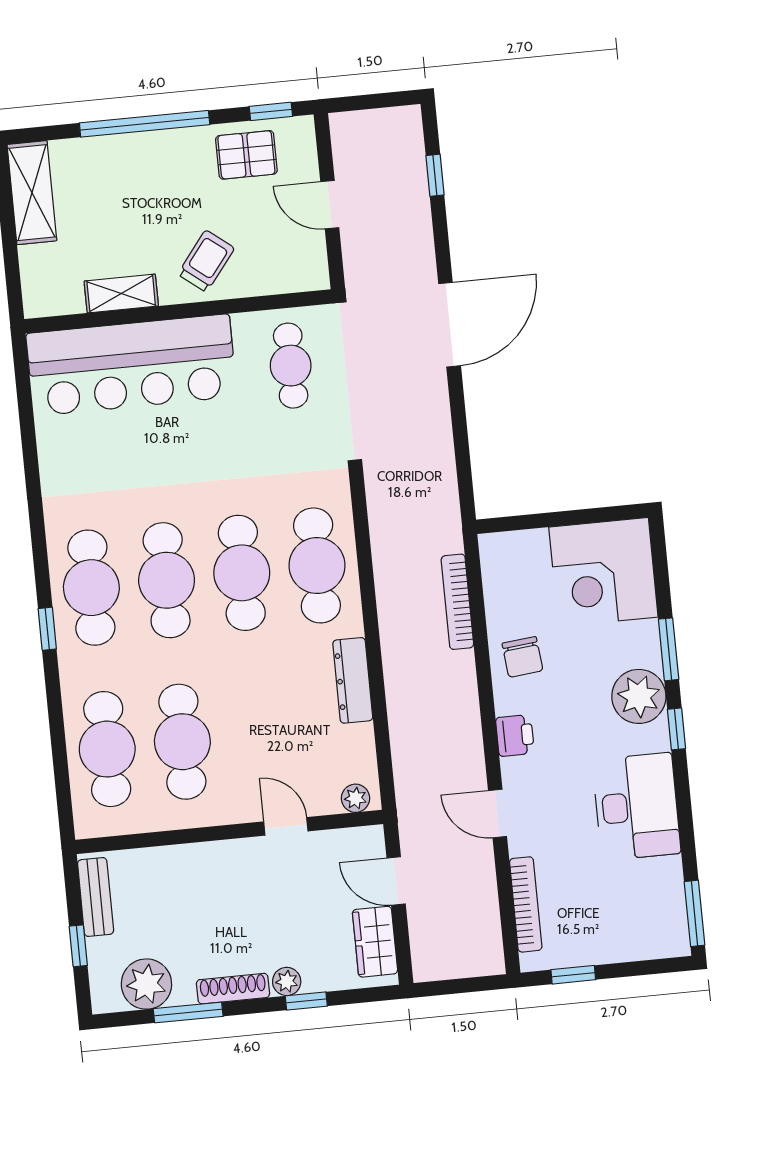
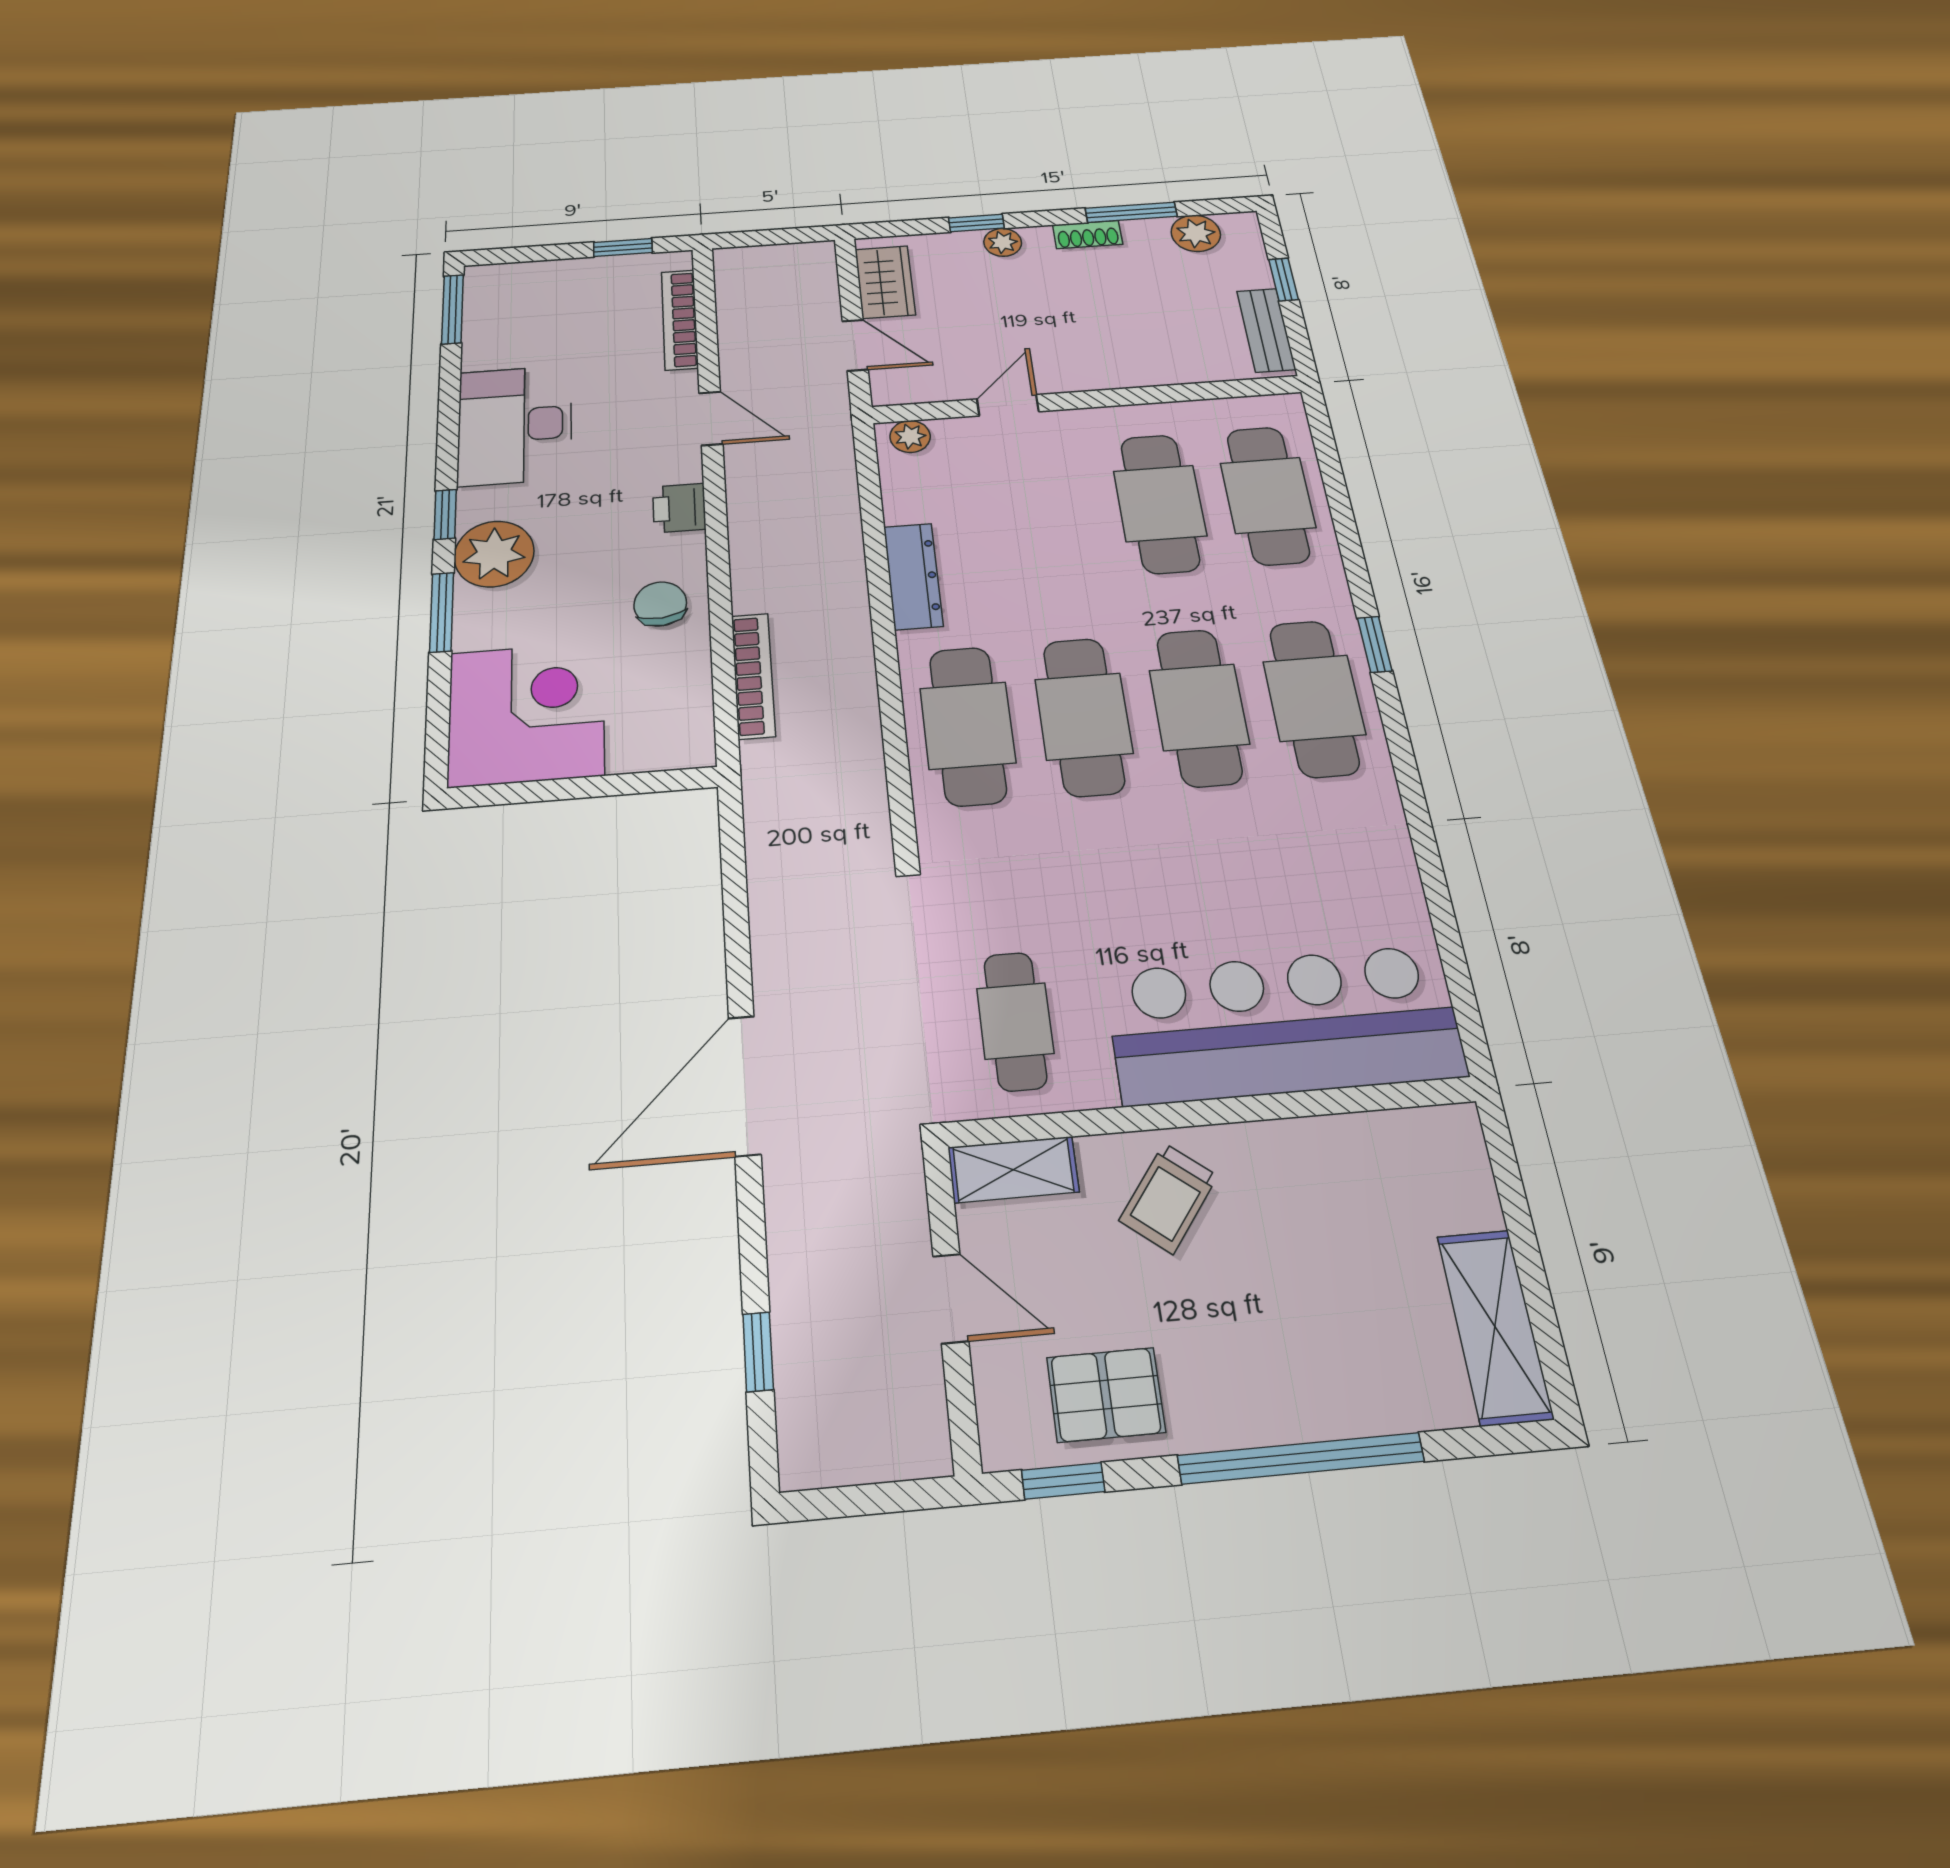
shelving: (121, 294) -> (1013, 1170), moved
door: (286, 826) -> (1008, 405), swing flipped
plant: (146, 984) -> (1196, 233), width x0.73, depth x0.73
shoe rack: (233, 989) -> (1088, 235), width x0.70

